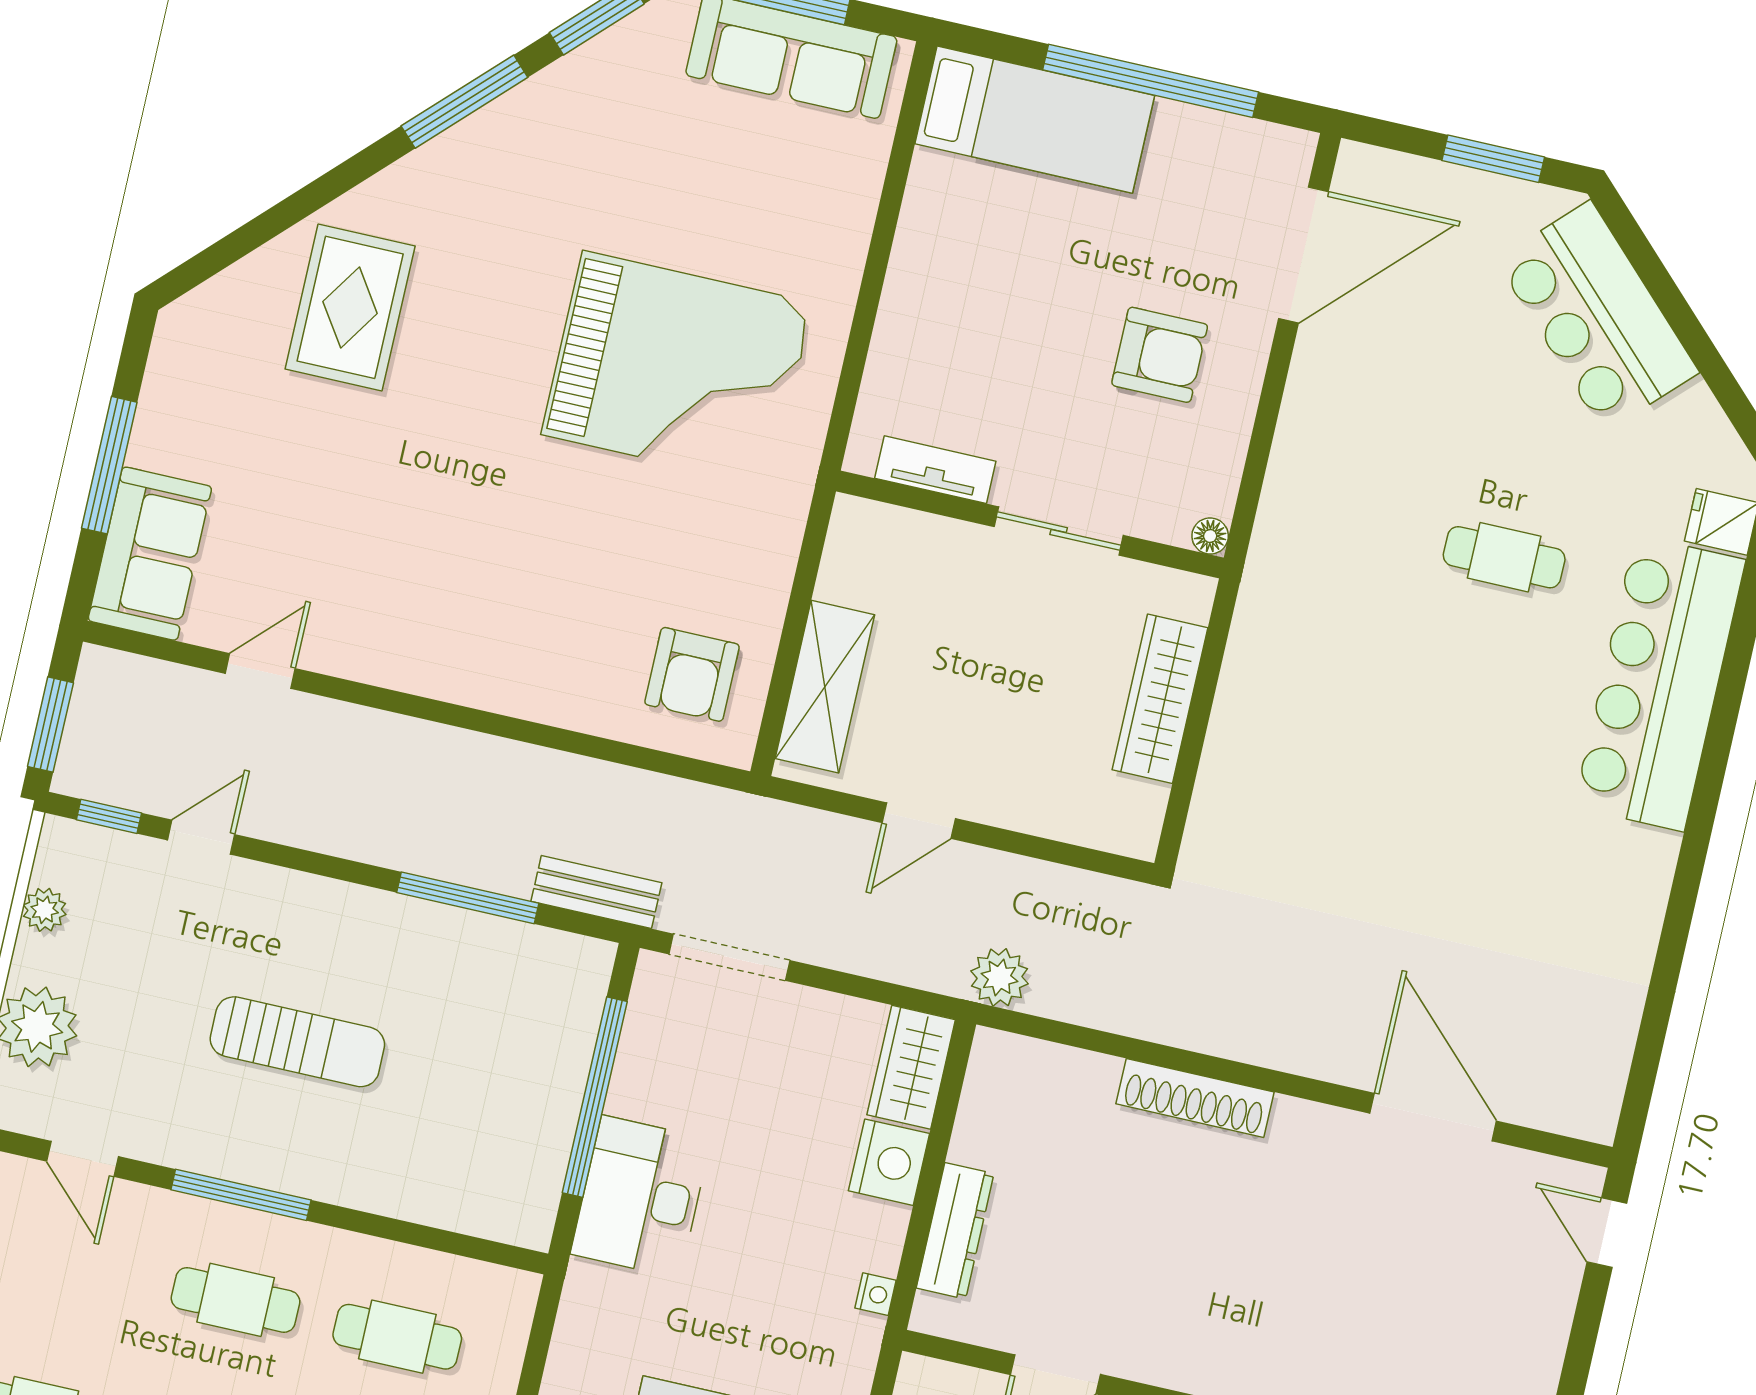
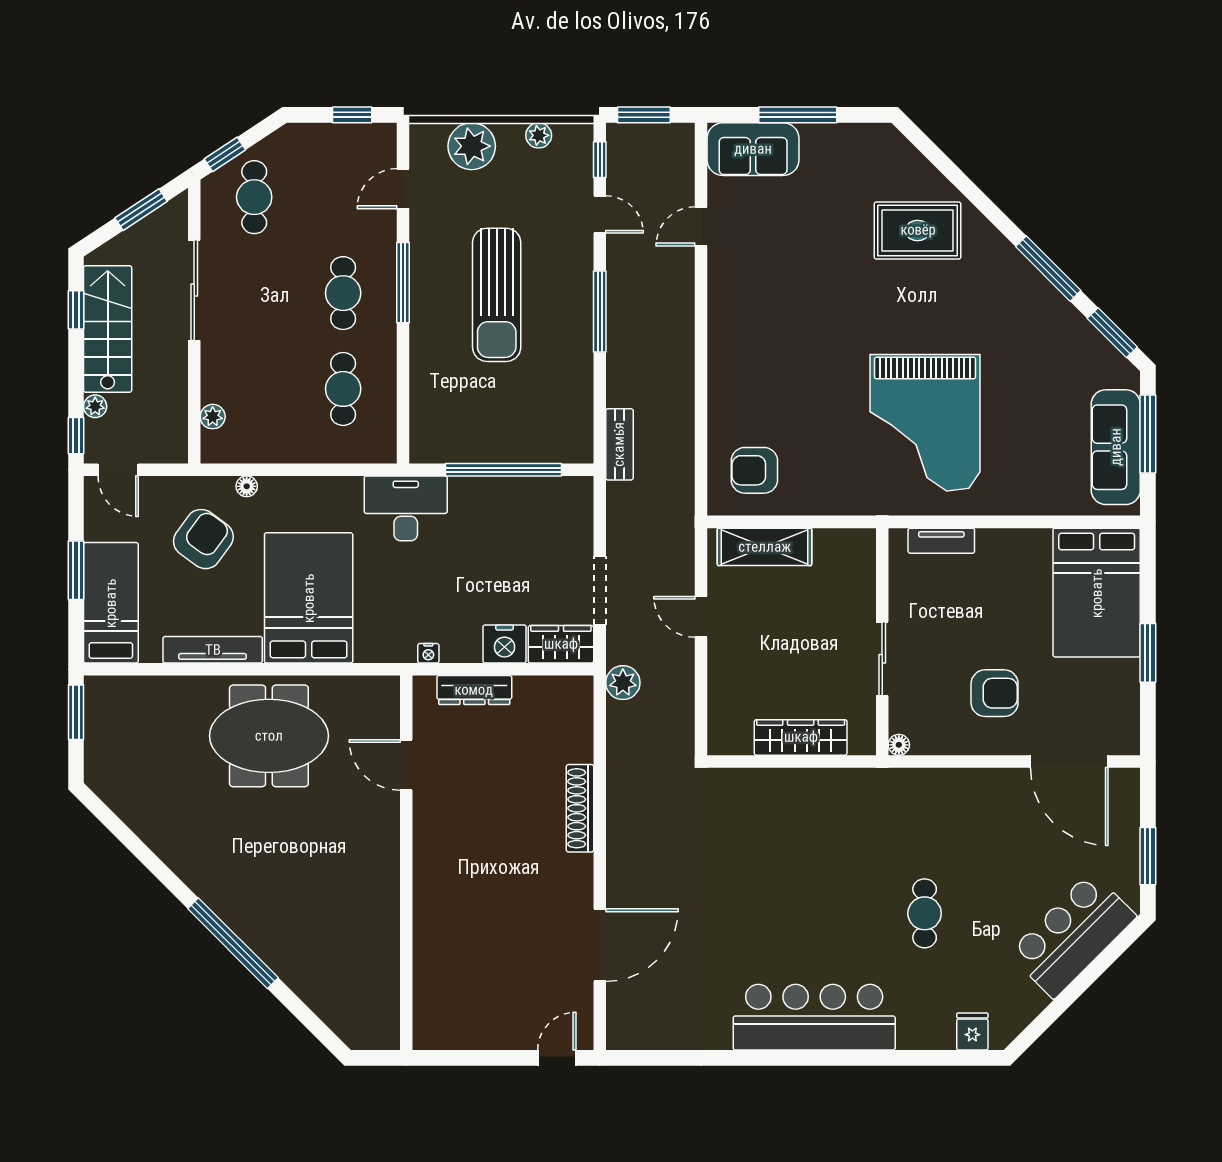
window: (1151, 81) -> (1148, 653), width x0.47
bed: (1035, 120) -> (1097, 593), width x1.50
armchair: (1160, 355) -> (995, 693), turned -90
tv unit: (935, 470) -> (941, 541), moved, turned 90
door: (260, 671) -> (701, 226), swing flipped
bar counter: (1660, 683) -> (814, 1017), moved
window: (468, 898) -> (600, 311), moved
doorway: (729, 957) -> (600, 591), moved
sun lounger: (297, 1042) -> (497, 295), width x1.36, depth x1.34
desk: (641, 1197) -> (406, 508), moved

